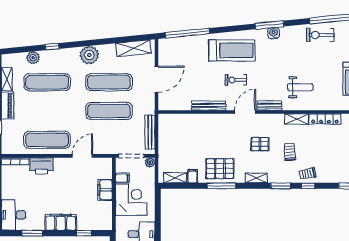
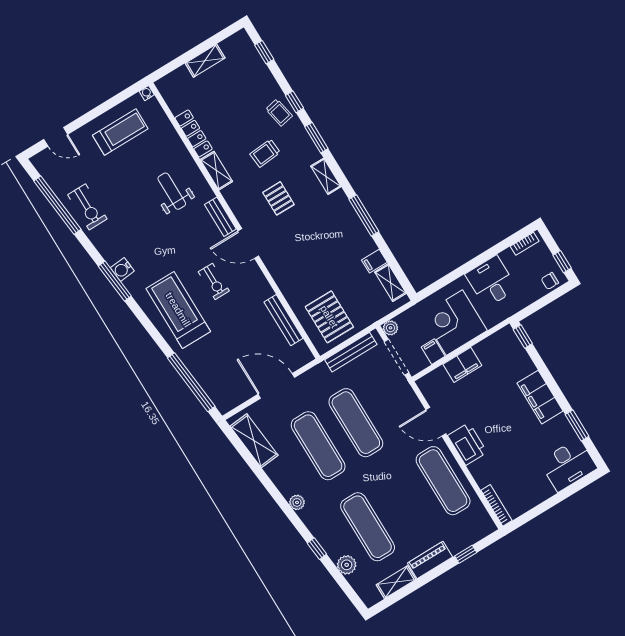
plant: (89, 55) -> (297, 502), width x0.53, depth x0.53
bench: (209, 106) -> (284, 320), moved
printer: (41, 166) -> (467, 444), moved
pallet: (220, 169) -> (329, 317), moved
window: (84, 233) -> (523, 337), moved

